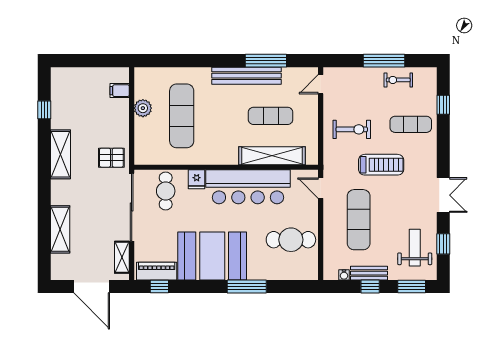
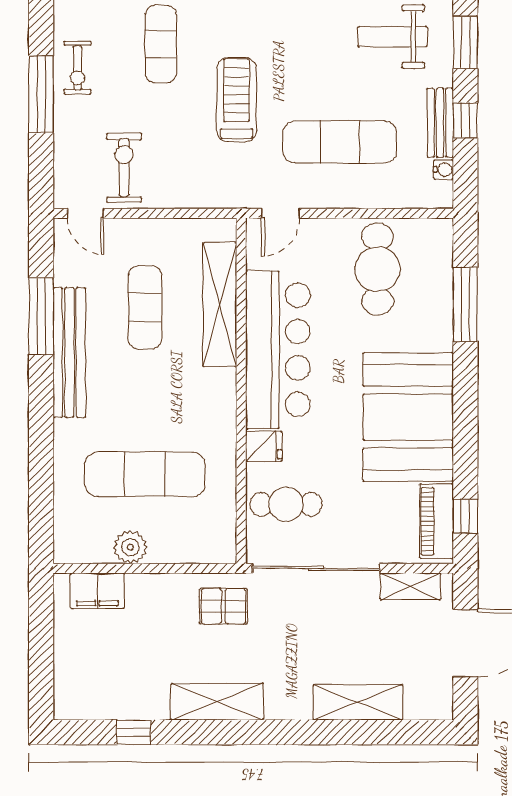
filing cabinet: (120, 91) -> (97, 591), width x2.00
exercise bike: (352, 129) -> (124, 168), moved
pallet: (111, 158) -> (223, 606), turned 90
window: (247, 286) -> (465, 304), moved

